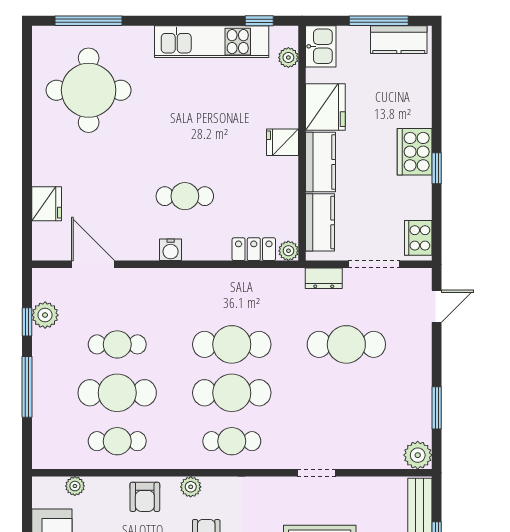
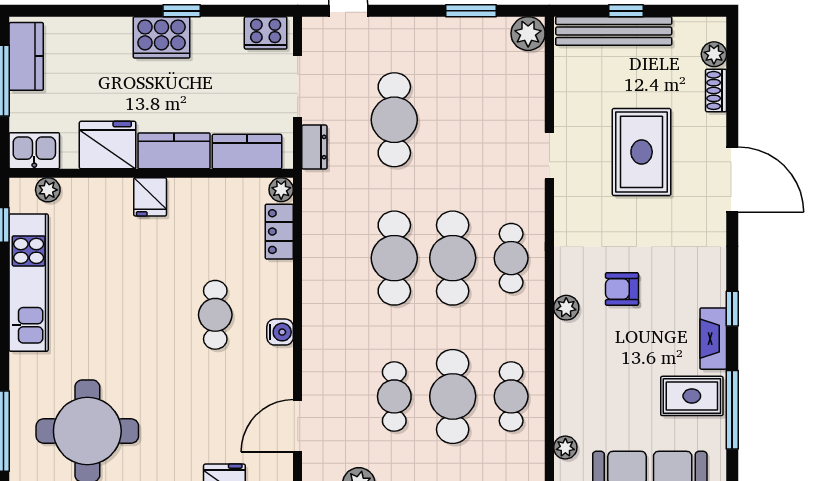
armchair: (145, 497) -> (578, 363), removed

